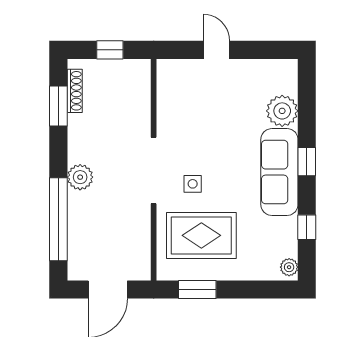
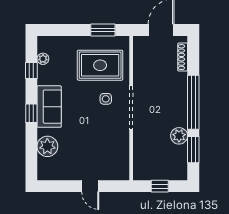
shoe rack: (75, 91) -> (183, 57), moved
sofa: (279, 172) -> (49, 107), width x0.73
plant: (80, 177) -> (179, 136), moved
window: (58, 219) -> (193, 102), moved
plant: (289, 267) -> (43, 59), moved

